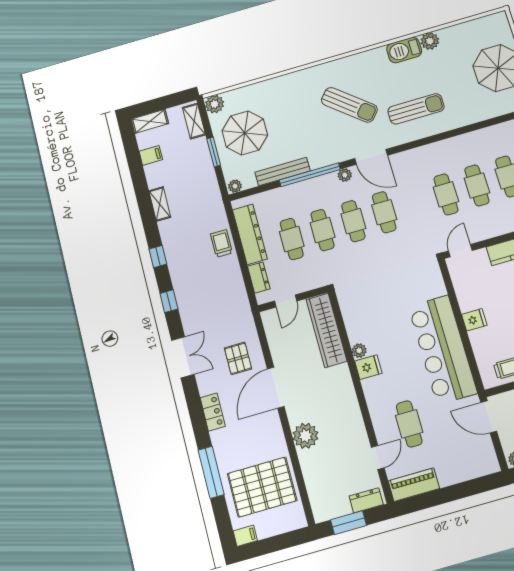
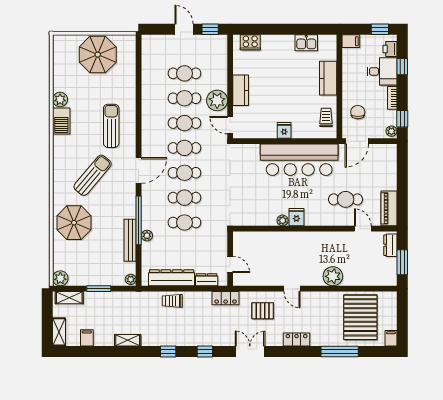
parasol: (245, 133) -> (74, 223), moved
plant: (345, 175) -> (147, 236), moved
plant: (486, 226) -> (217, 100), added
cafe table: (292, 239) -> (184, 148), moved
locker: (242, 308) -> (226, 298), added
wardrobe: (326, 330) -> (261, 240), removed
door: (276, 388) -> (292, 289), width x0.53

